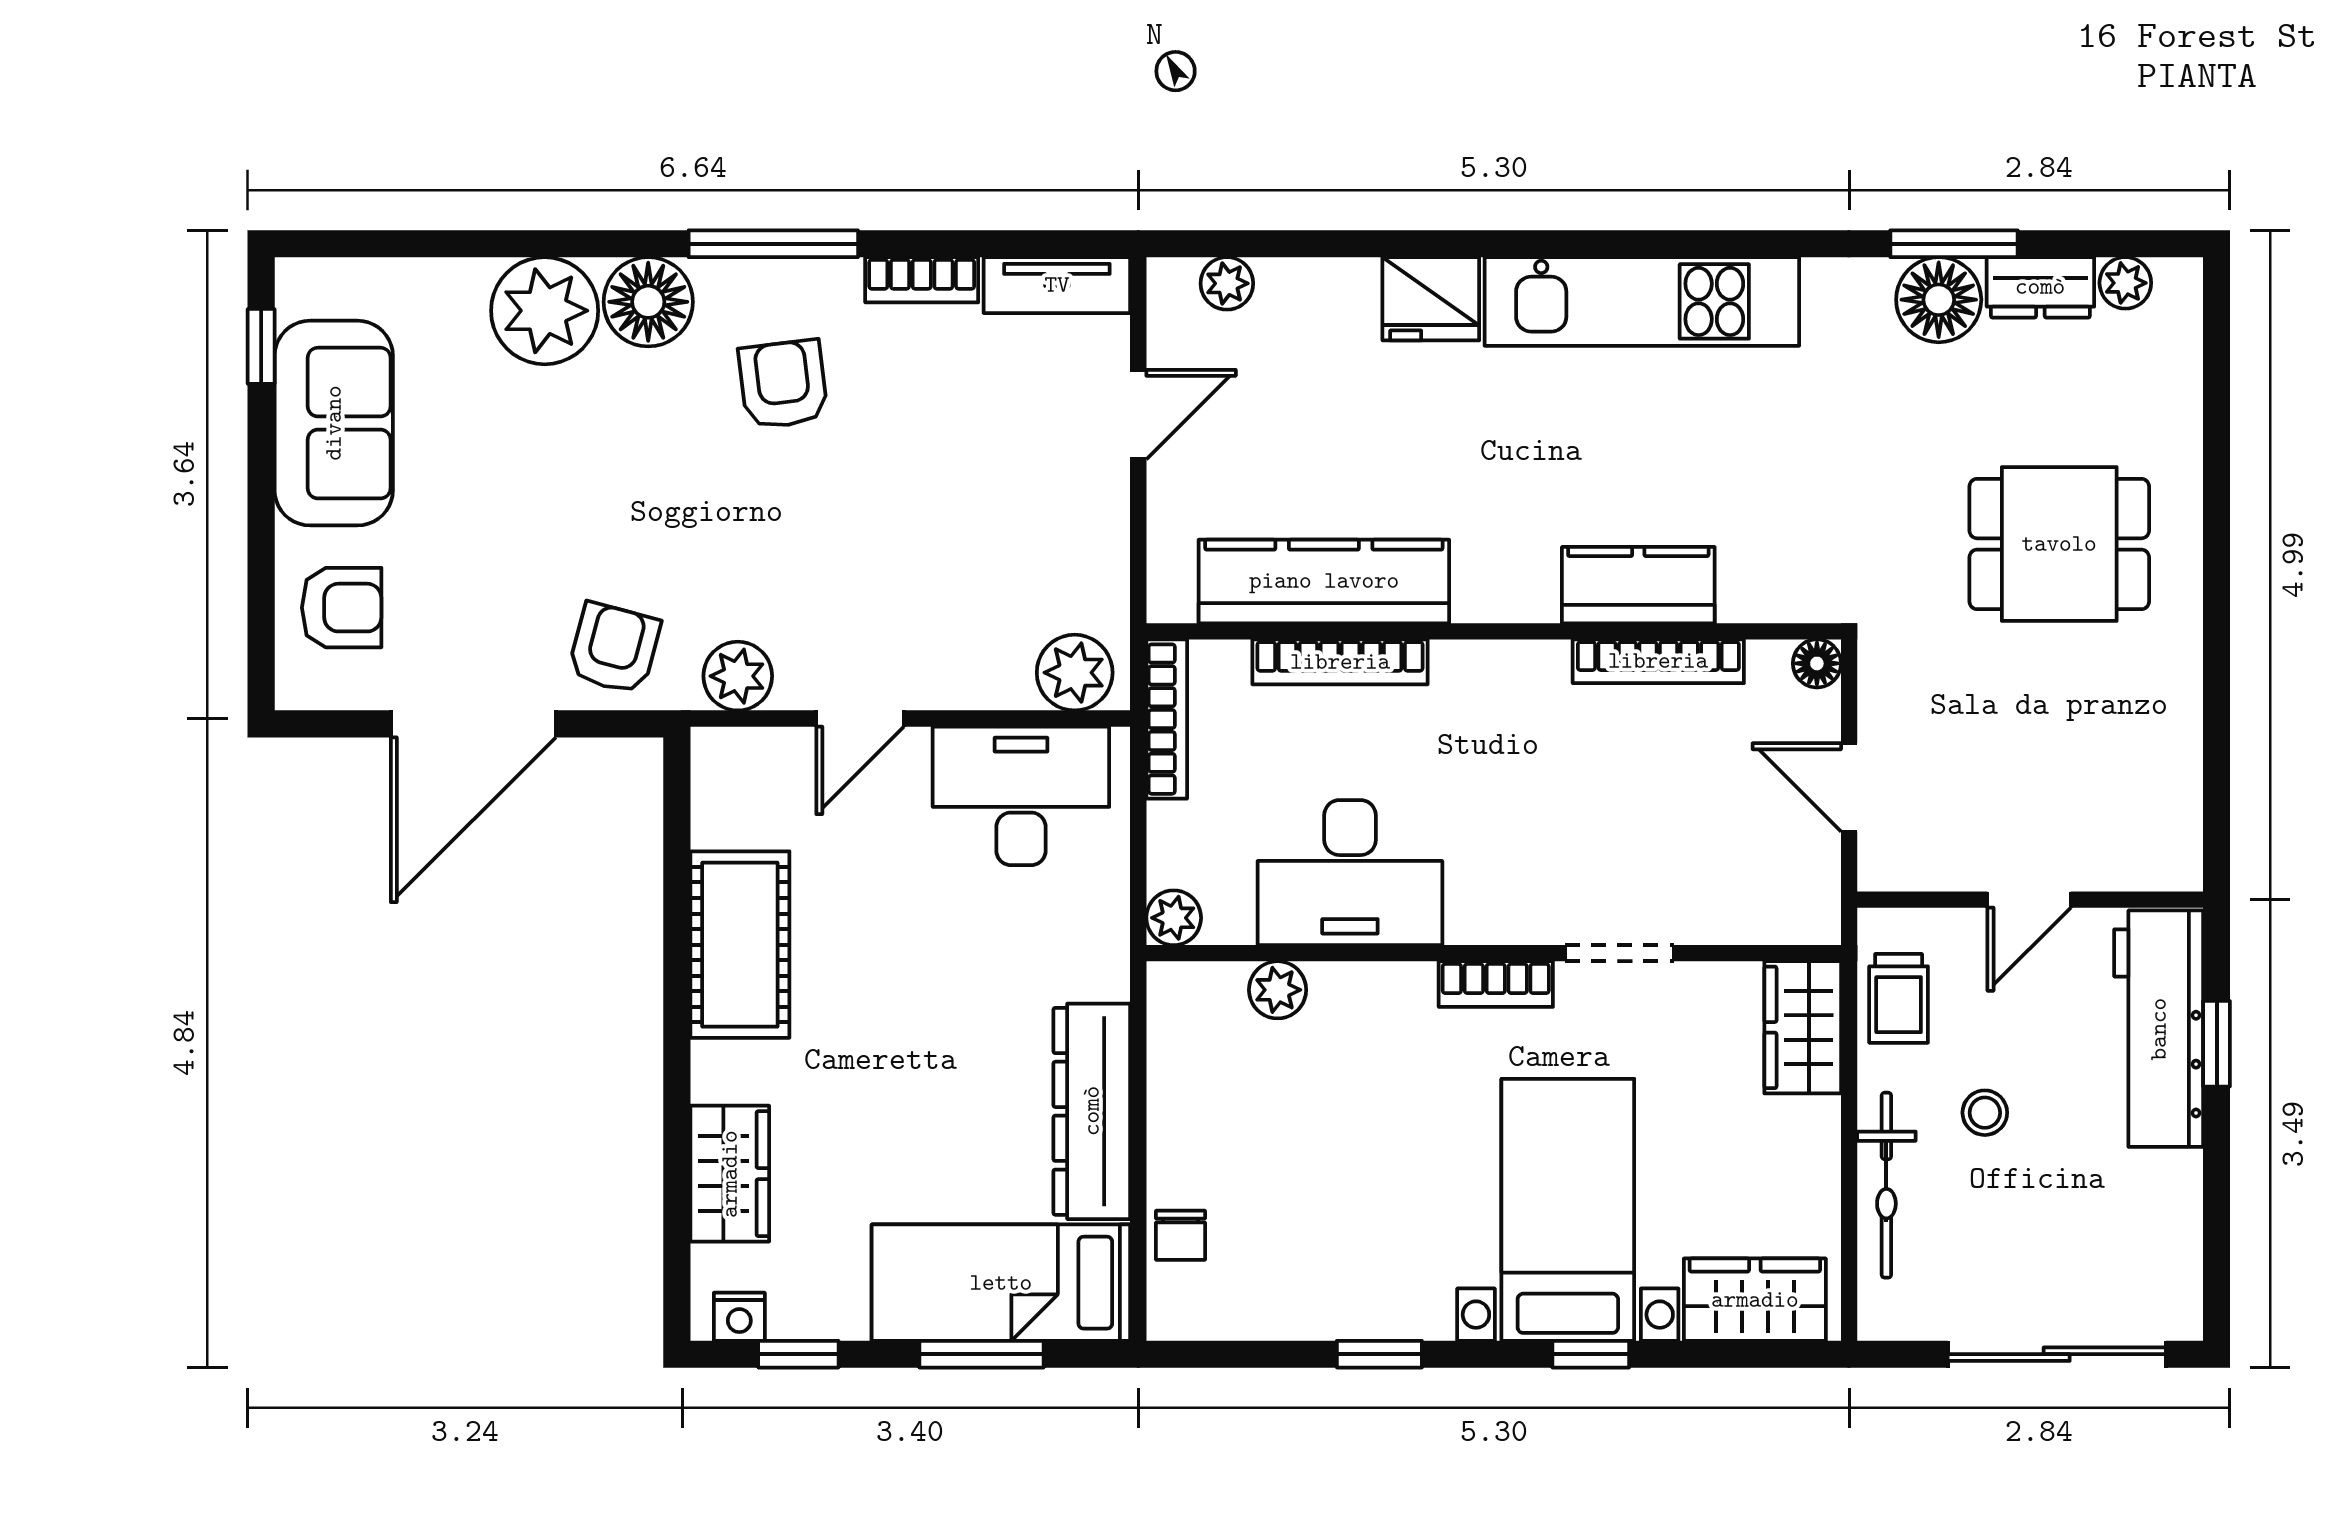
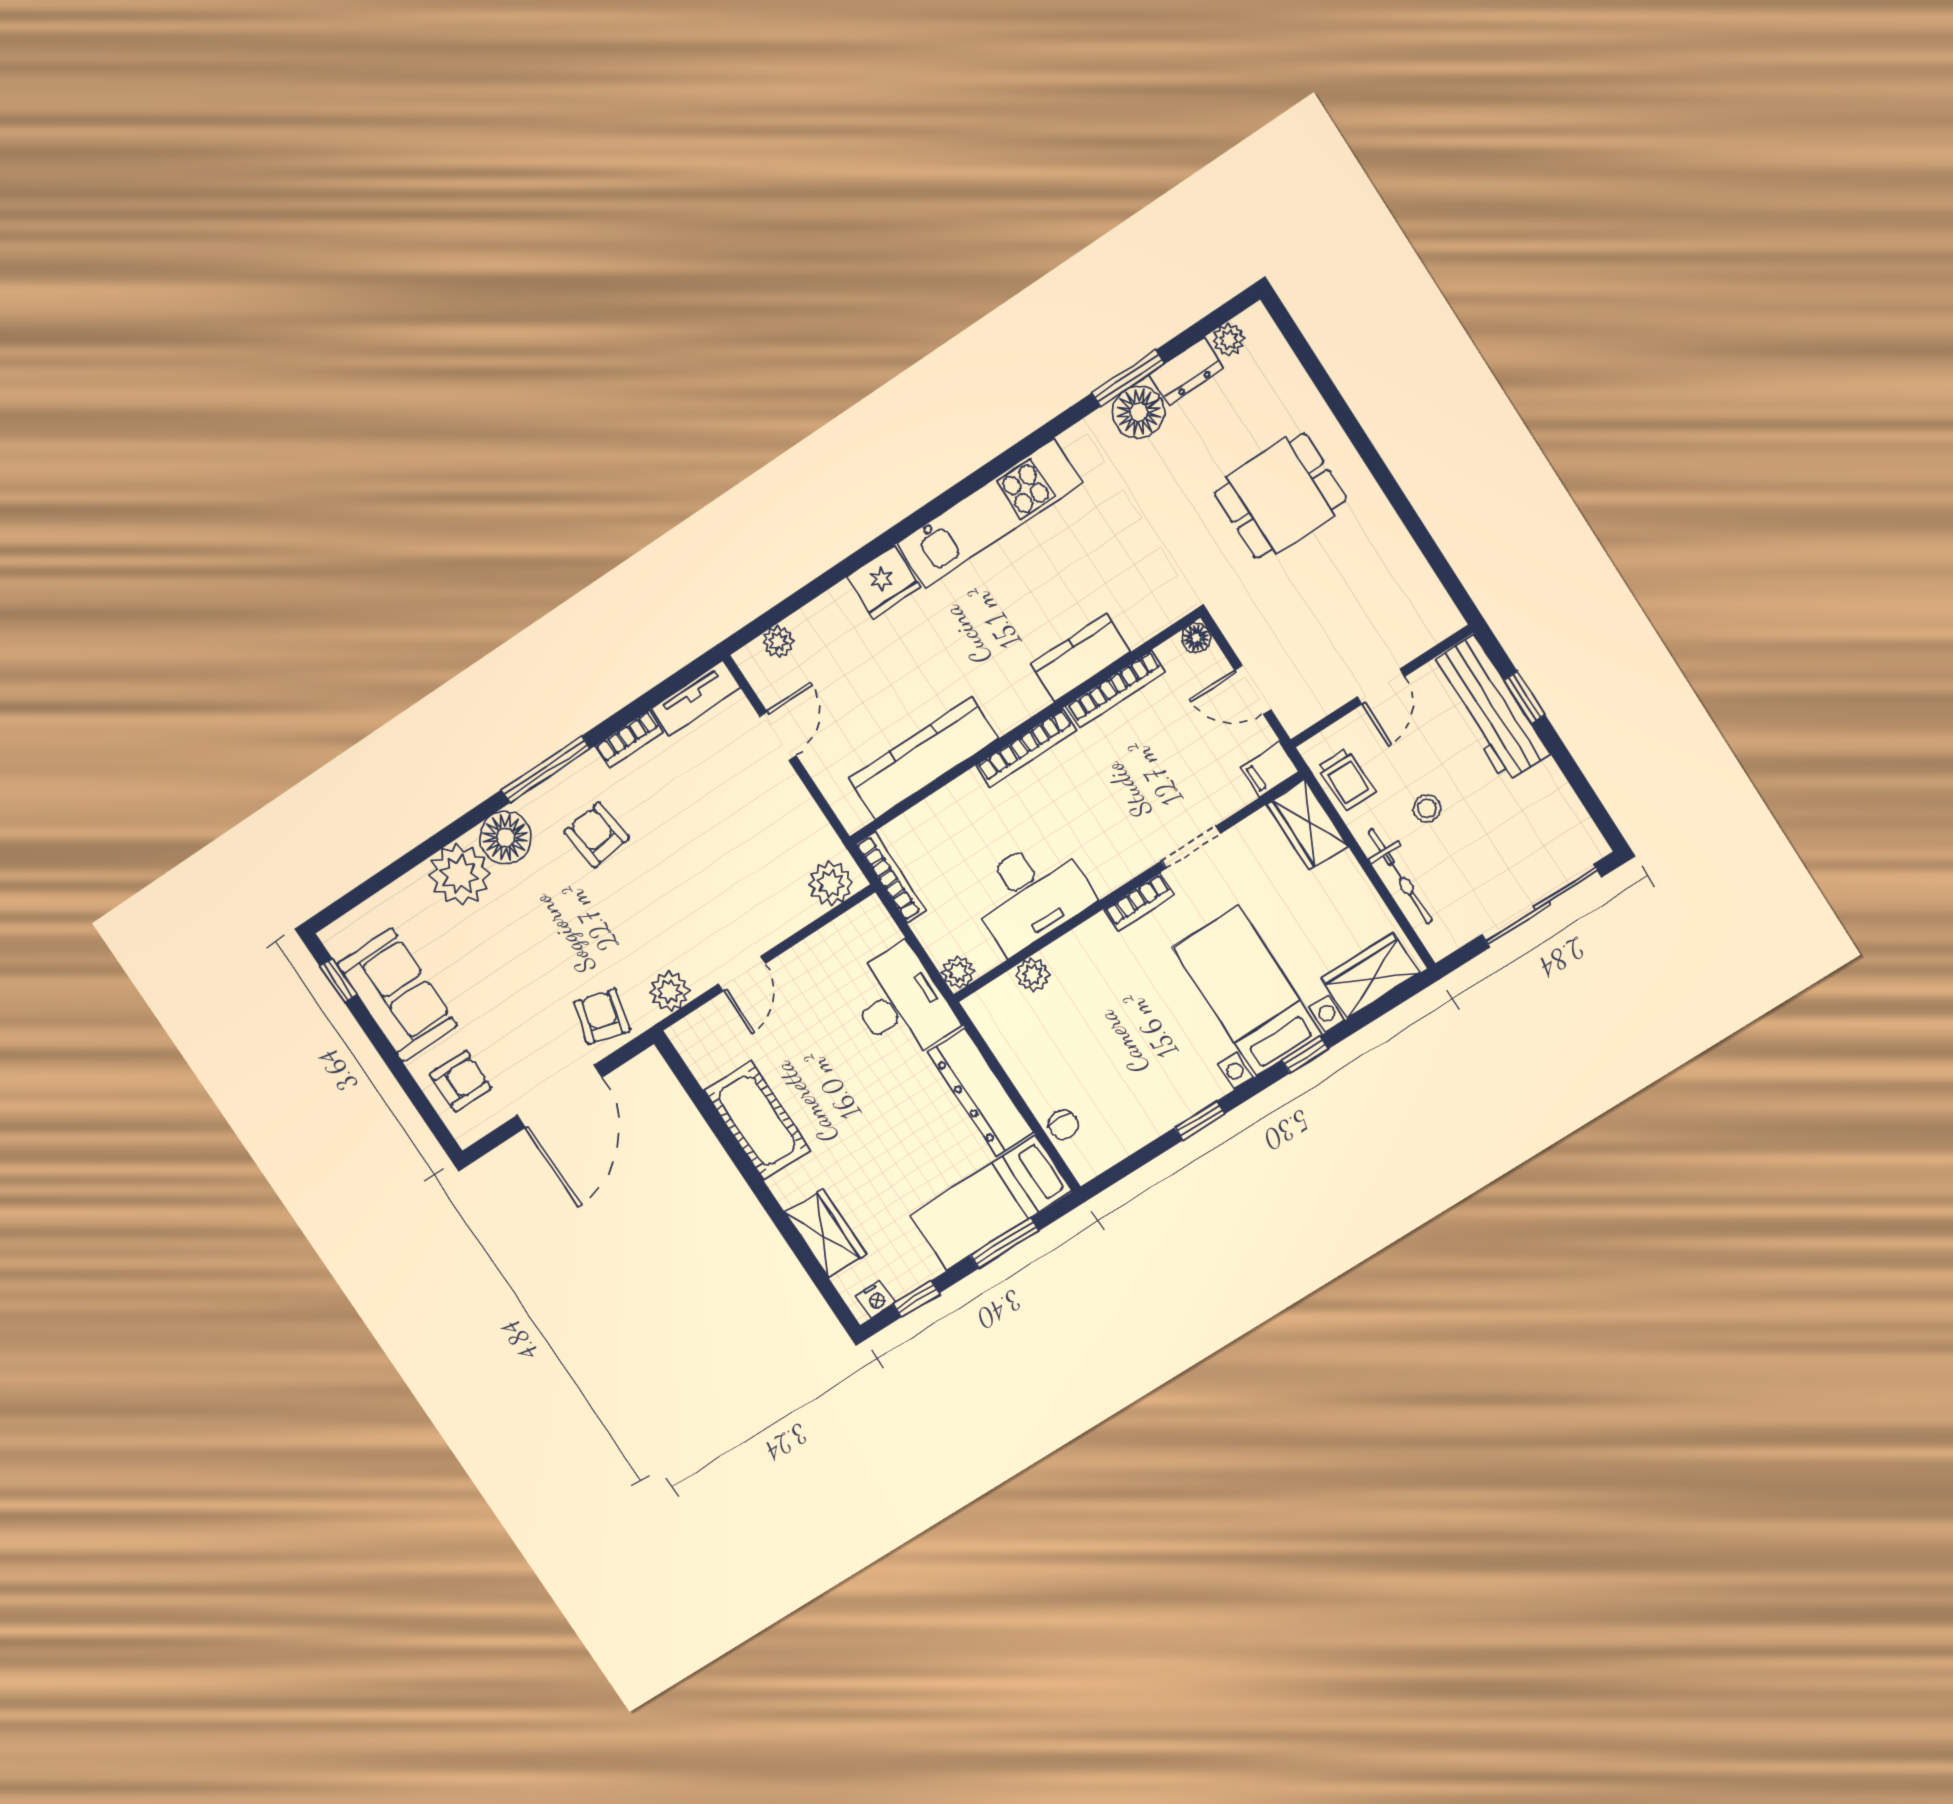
bookcase: (1340, 662) -> (1026, 748), moved
desk: (1021, 796) -> (901, 1004), moved, turned 90
filing cabinet: (1801, 916) -> (1270, 769), added

